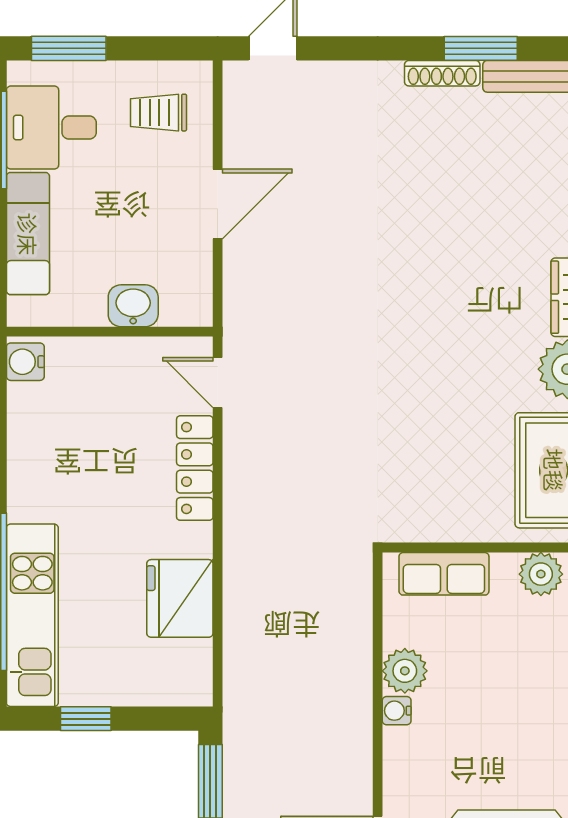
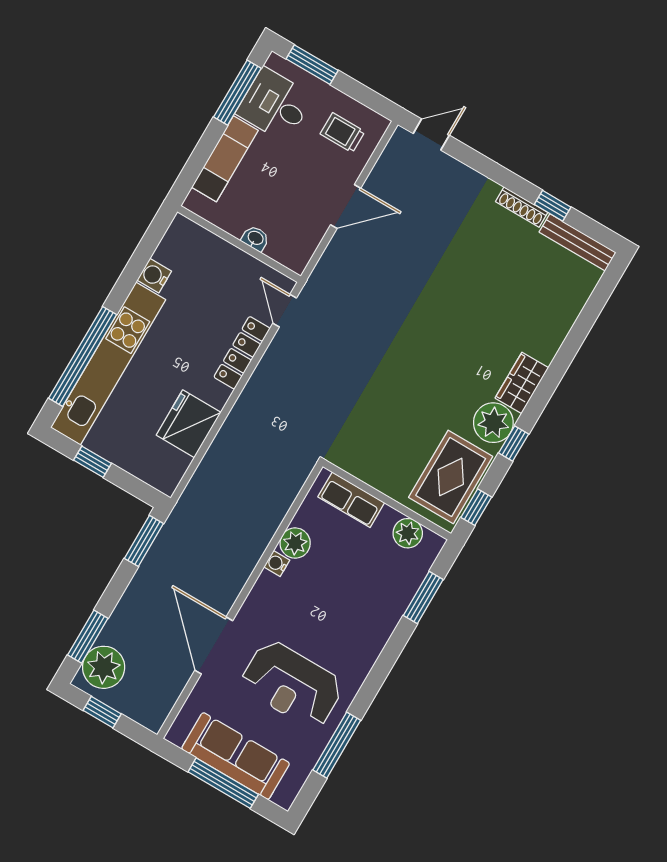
window: (481, 48) -> (553, 206), width x0.67
washbasin: (133, 306) -> (255, 238), width x0.72, depth x0.69
water cooler: (25, 362) -> (154, 276), moved
kitchen unit: (32, 615) -> (108, 364), width x1.36

